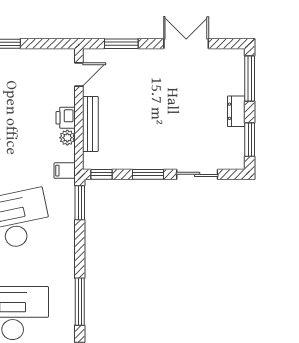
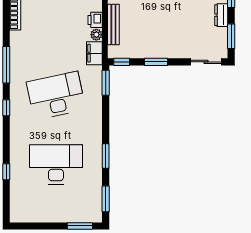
filing cabinet: (65, 171) -> (94, 53), width x2.00
sliding door: (197, 174) -> (206, 62), moved
window: (80, 302) -> (106, 156), width x0.69

